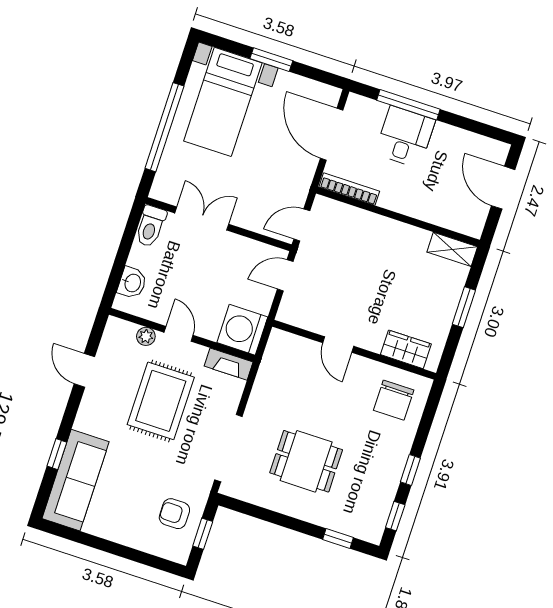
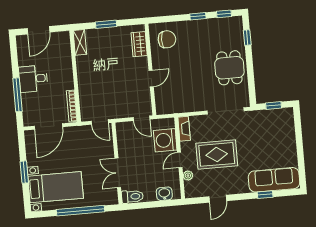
desk: (405, 137) -> (33, 79), moved
door: (285, 275) -> (141, 118), moved
washing machine: (242, 330) -> (165, 140), moved, turned 90
dining table: (306, 461) -> (229, 68), moved
armchair: (174, 514) -> (270, 124), removed

